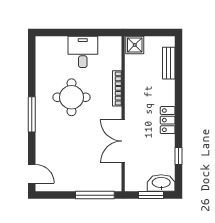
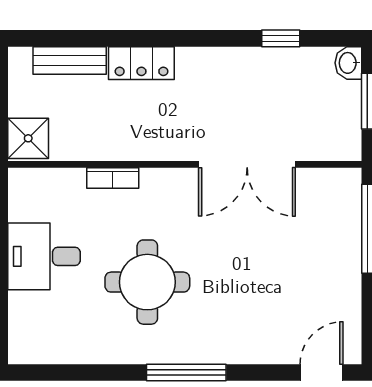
bookcase: (117, 88) -> (113, 178), width x0.64
locker: (168, 120) -> (141, 63), moved
washbasin: (161, 183) -> (348, 63), width x0.52, depth x0.69

